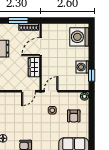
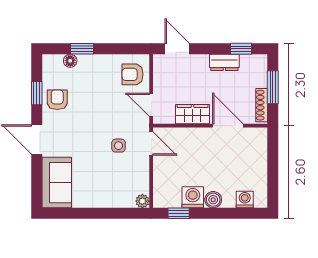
washing machine: (79, 37) -> (245, 200), width x0.53, depth x0.53
boiler: (84, 55) -> (213, 200), added
armchair: (74, 116) -> (133, 74), moved

